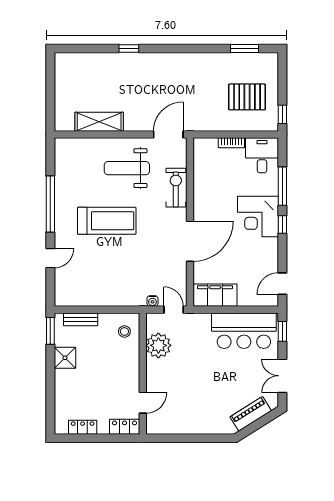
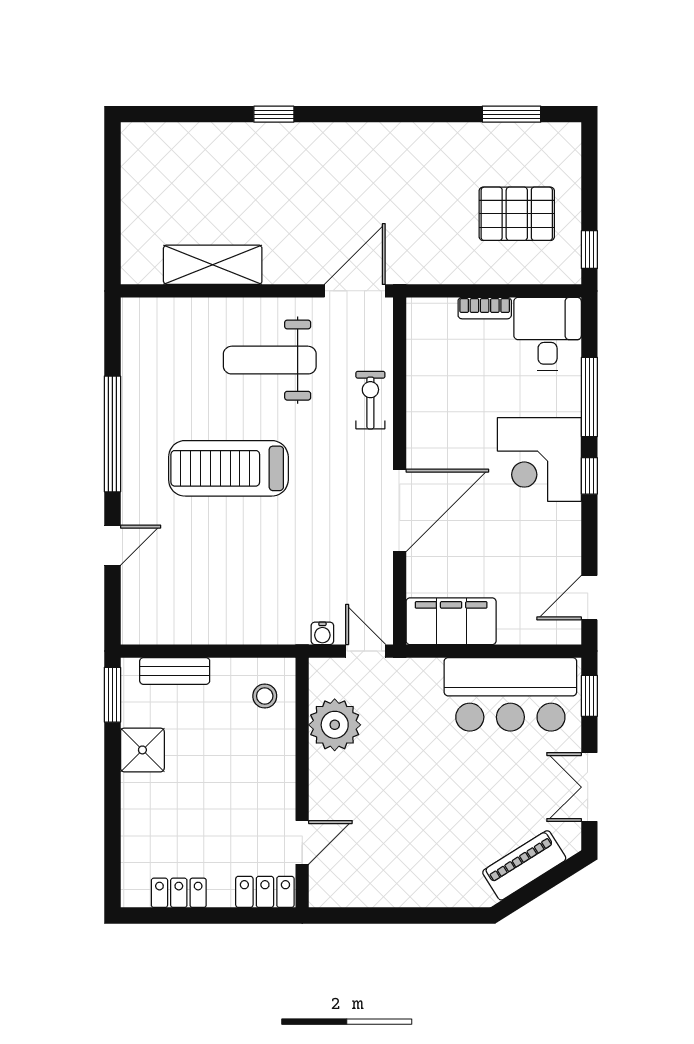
exercise bike: (176, 188) -> (370, 400), width x0.73, depth x0.72
treadmill: (107, 221) -> (228, 468), turned 180

